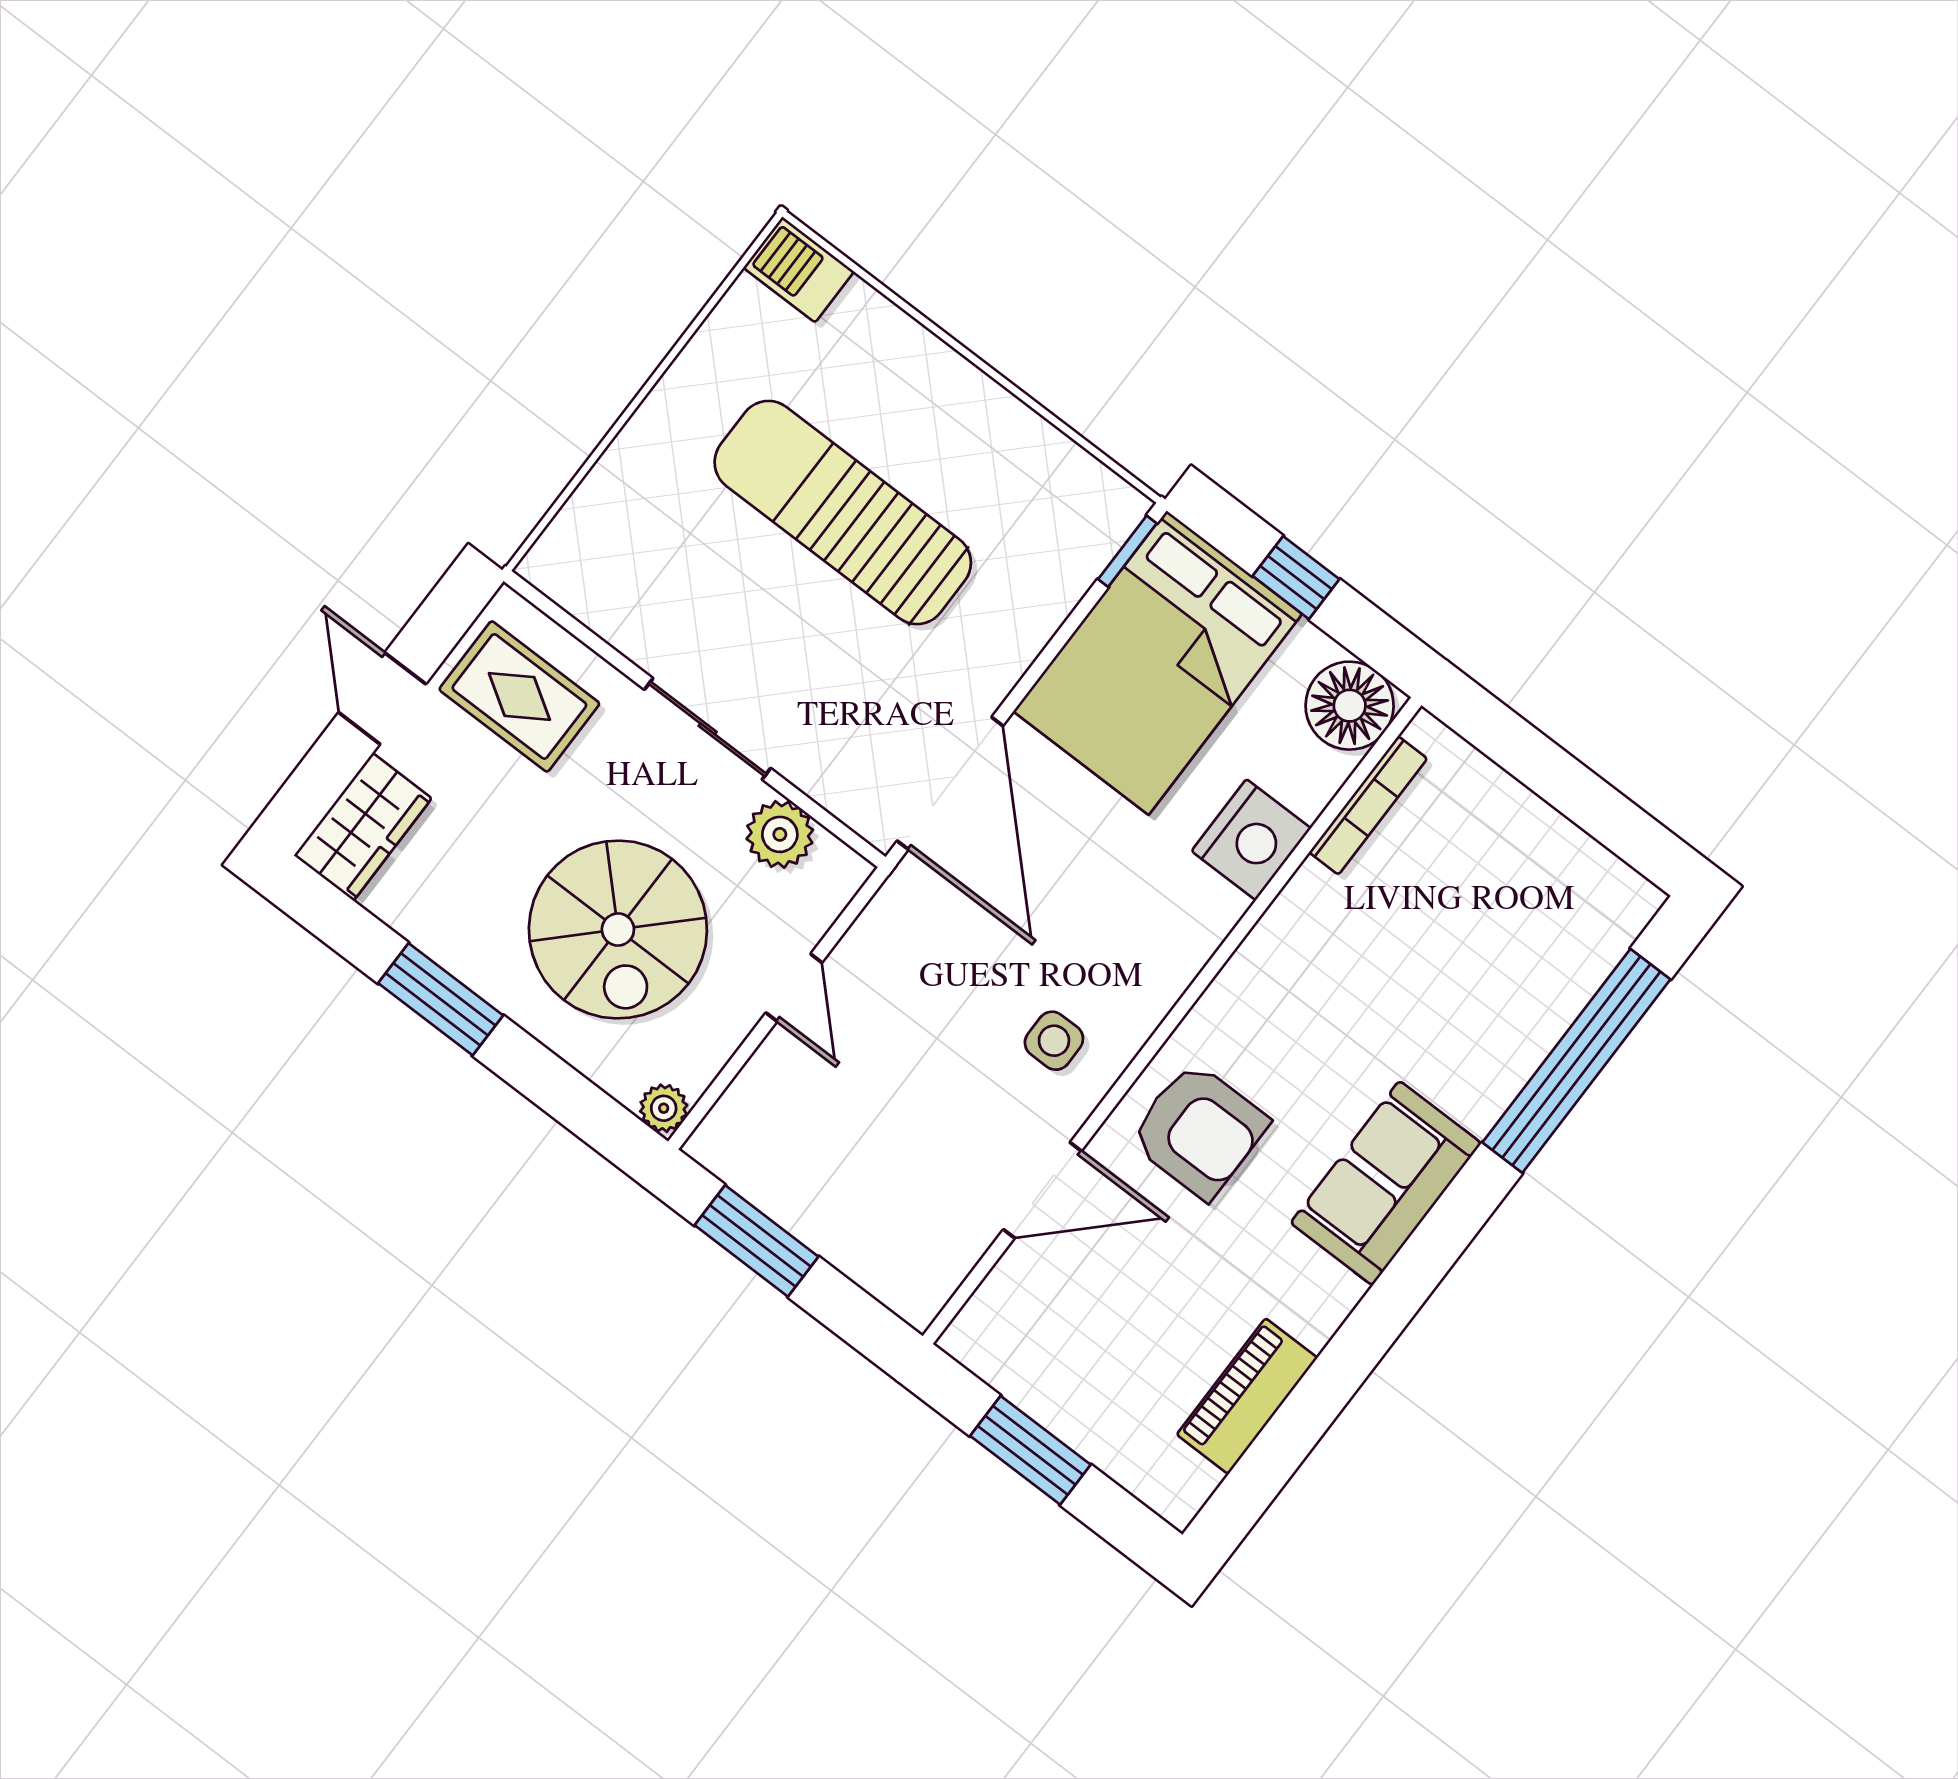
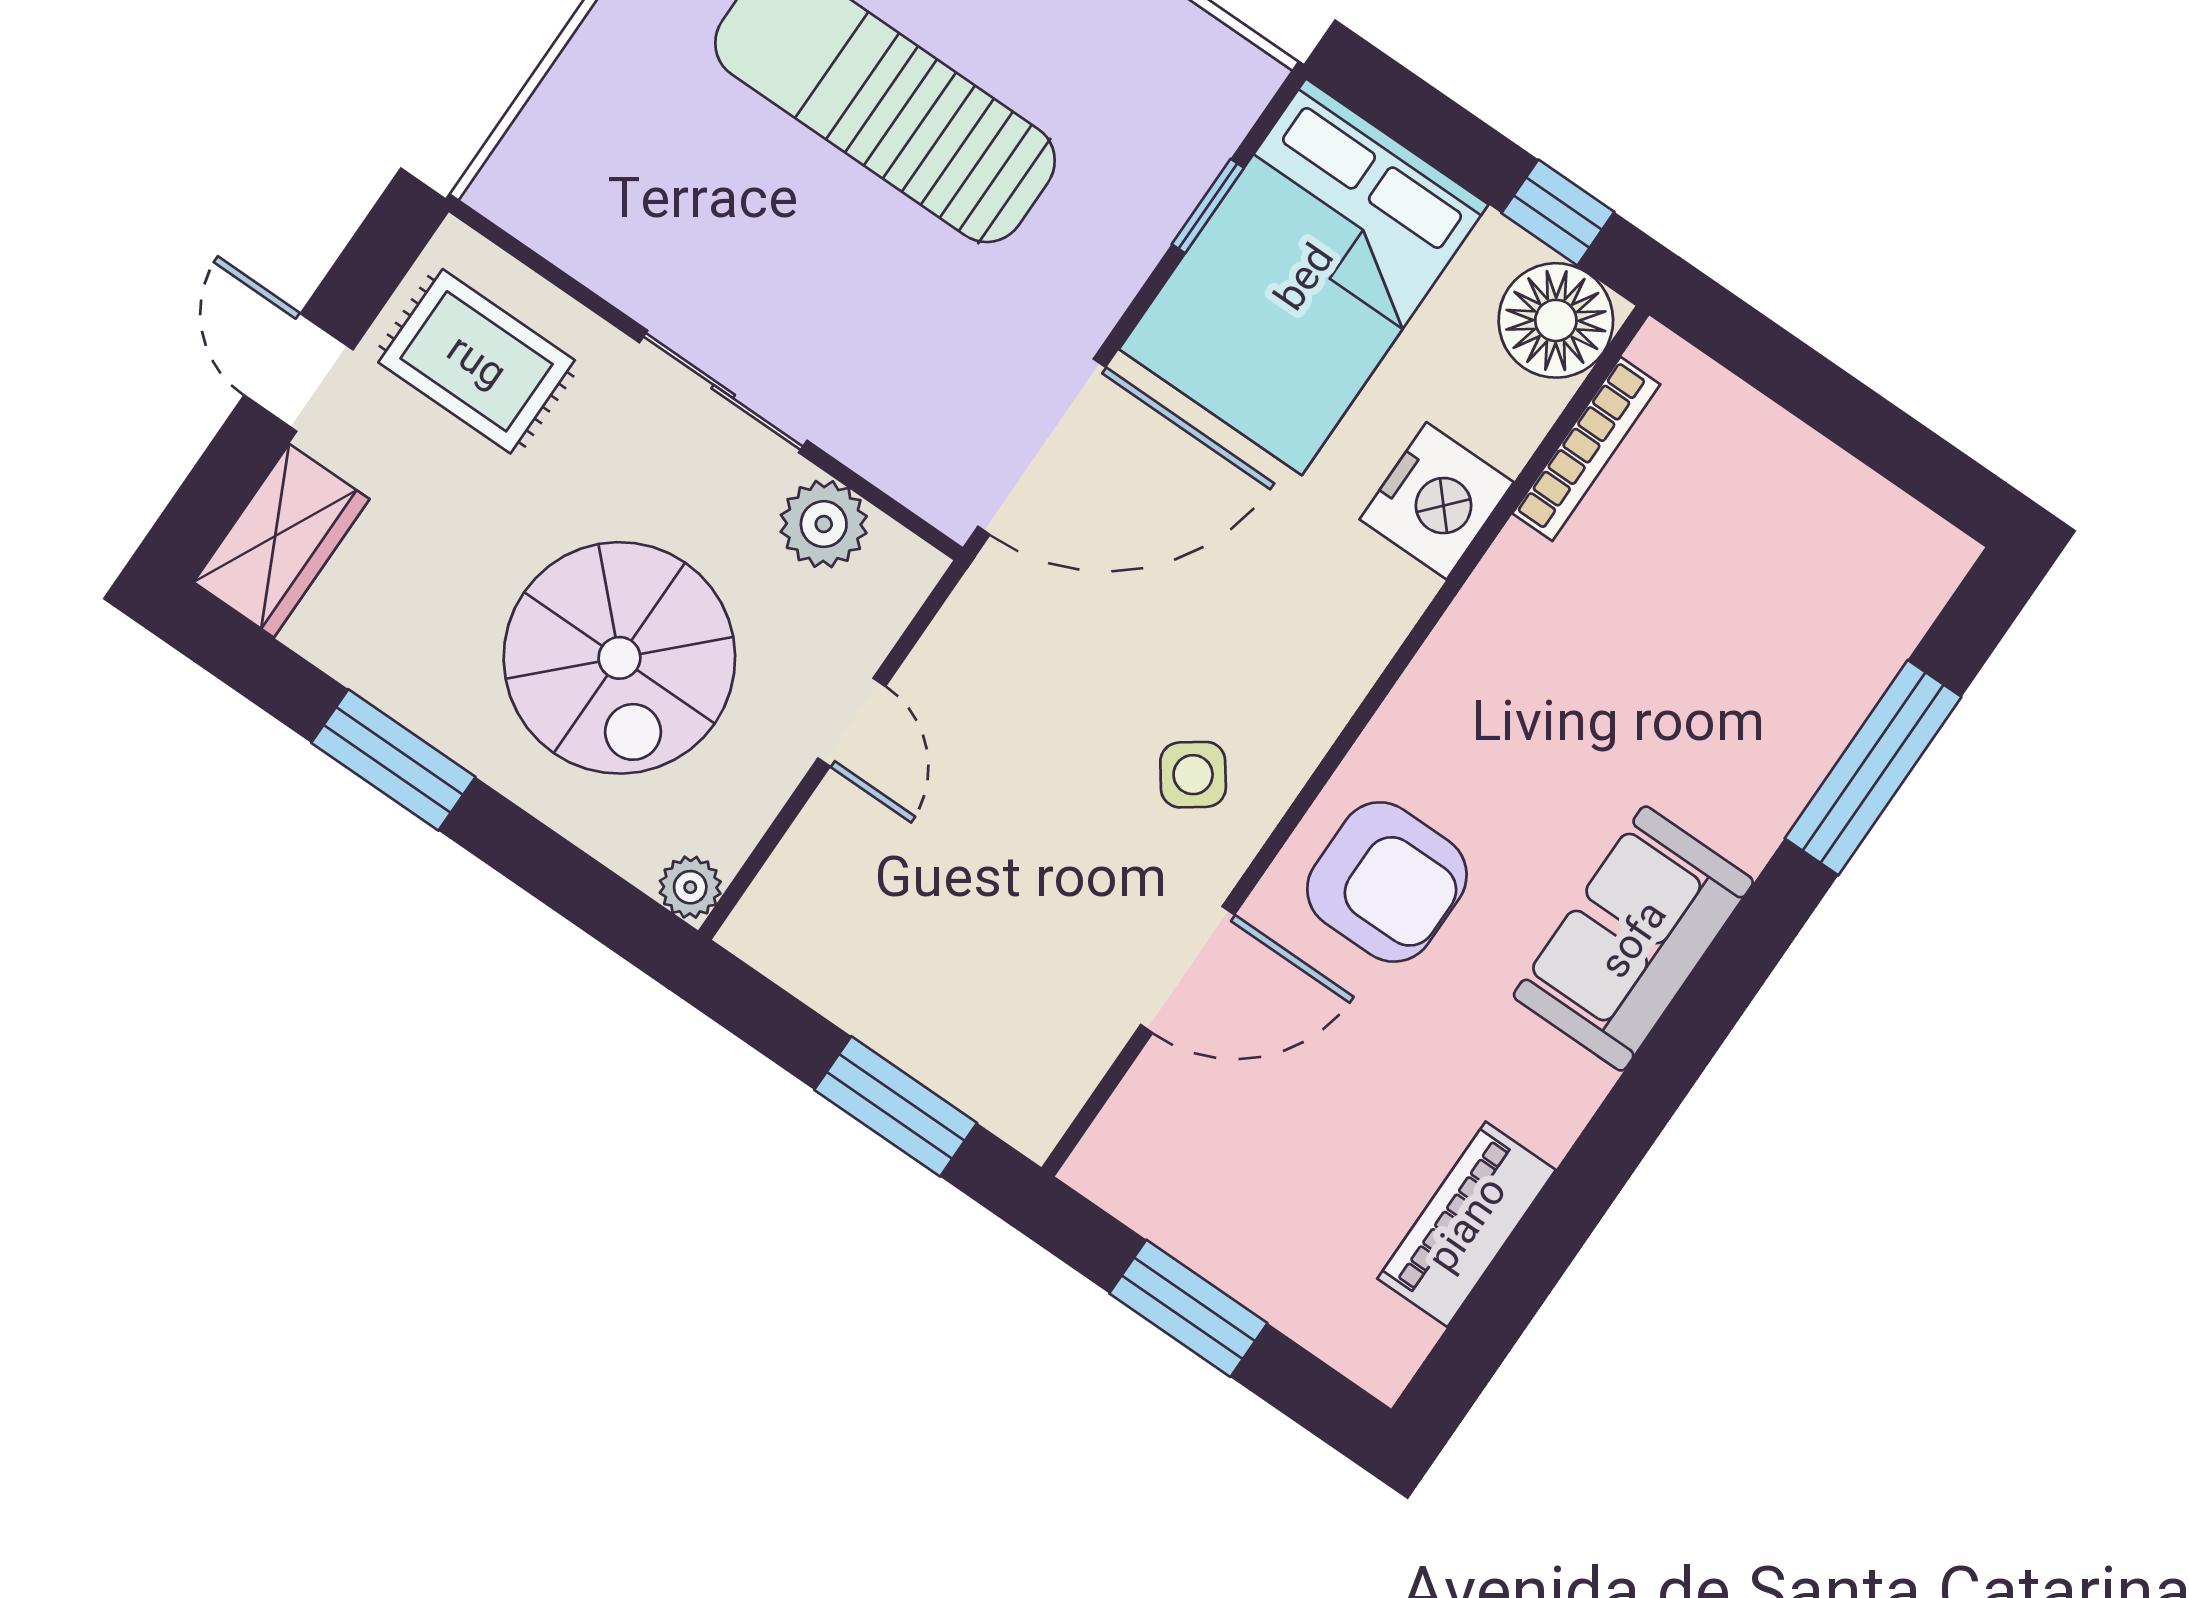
window: (1127, 551) -> (1208, 206), moved
window: (1296, 578) -> (1558, 213), moved
door: (950, 783) -> (1042, 447), hinge flipped
side table: (1054, 1041) -> (1193, 775), turned -36
window: (1576, 1061) -> (1873, 768), width x0.68
window: (757, 1241) -> (896, 1106), moved

